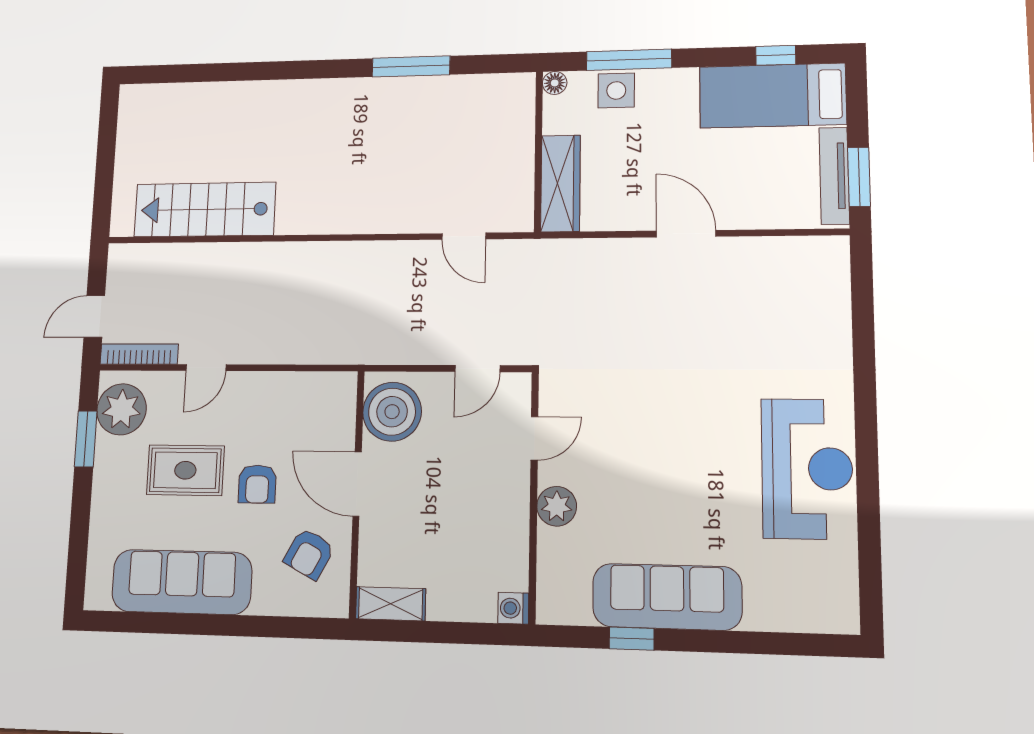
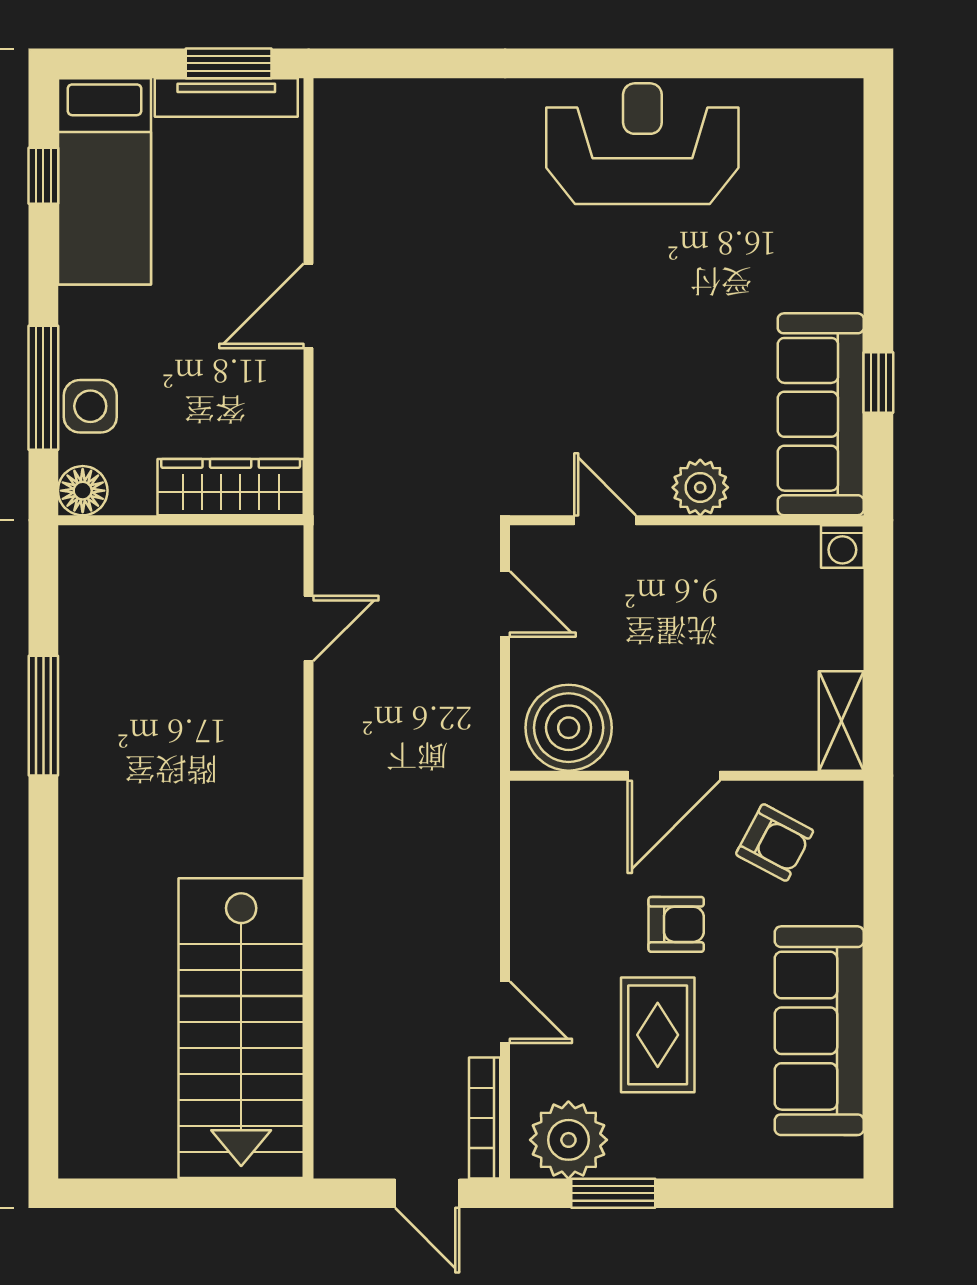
floor lamp: (555, 83) -> (83, 491), width x1.37, depth x1.37
stairs: (205, 210) -> (241, 1028), width x1.36, depth x1.51
sofa: (667, 597) -> (821, 414), moved

